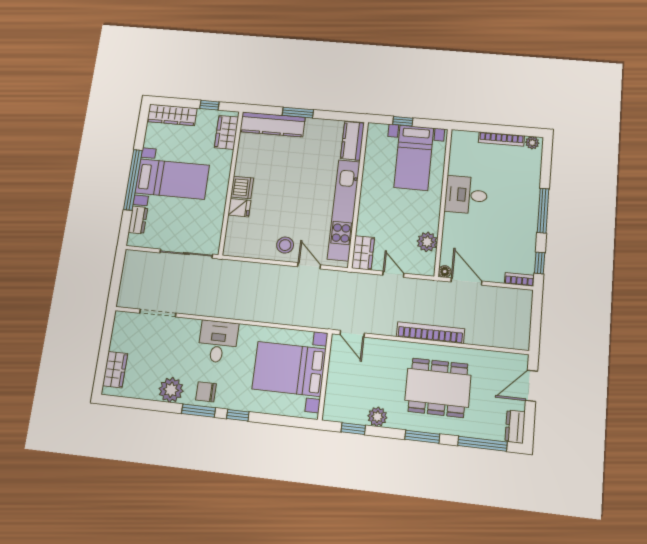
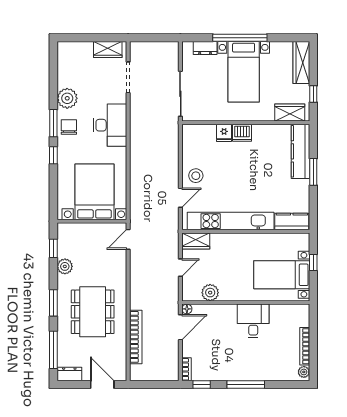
bookcase: (430, 333) -> (136, 337), moved
desk: (218, 342) -> (110, 125), width x1.37
wardrobe: (115, 370) -> (108, 50), moved

